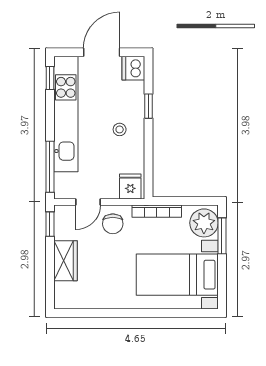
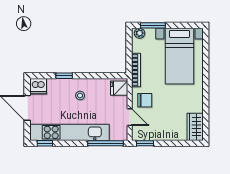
plant: (204, 223) -> (140, 33), width x0.53, depth x0.53
wardrobe: (65, 261) -> (195, 127), moved, turned -90

